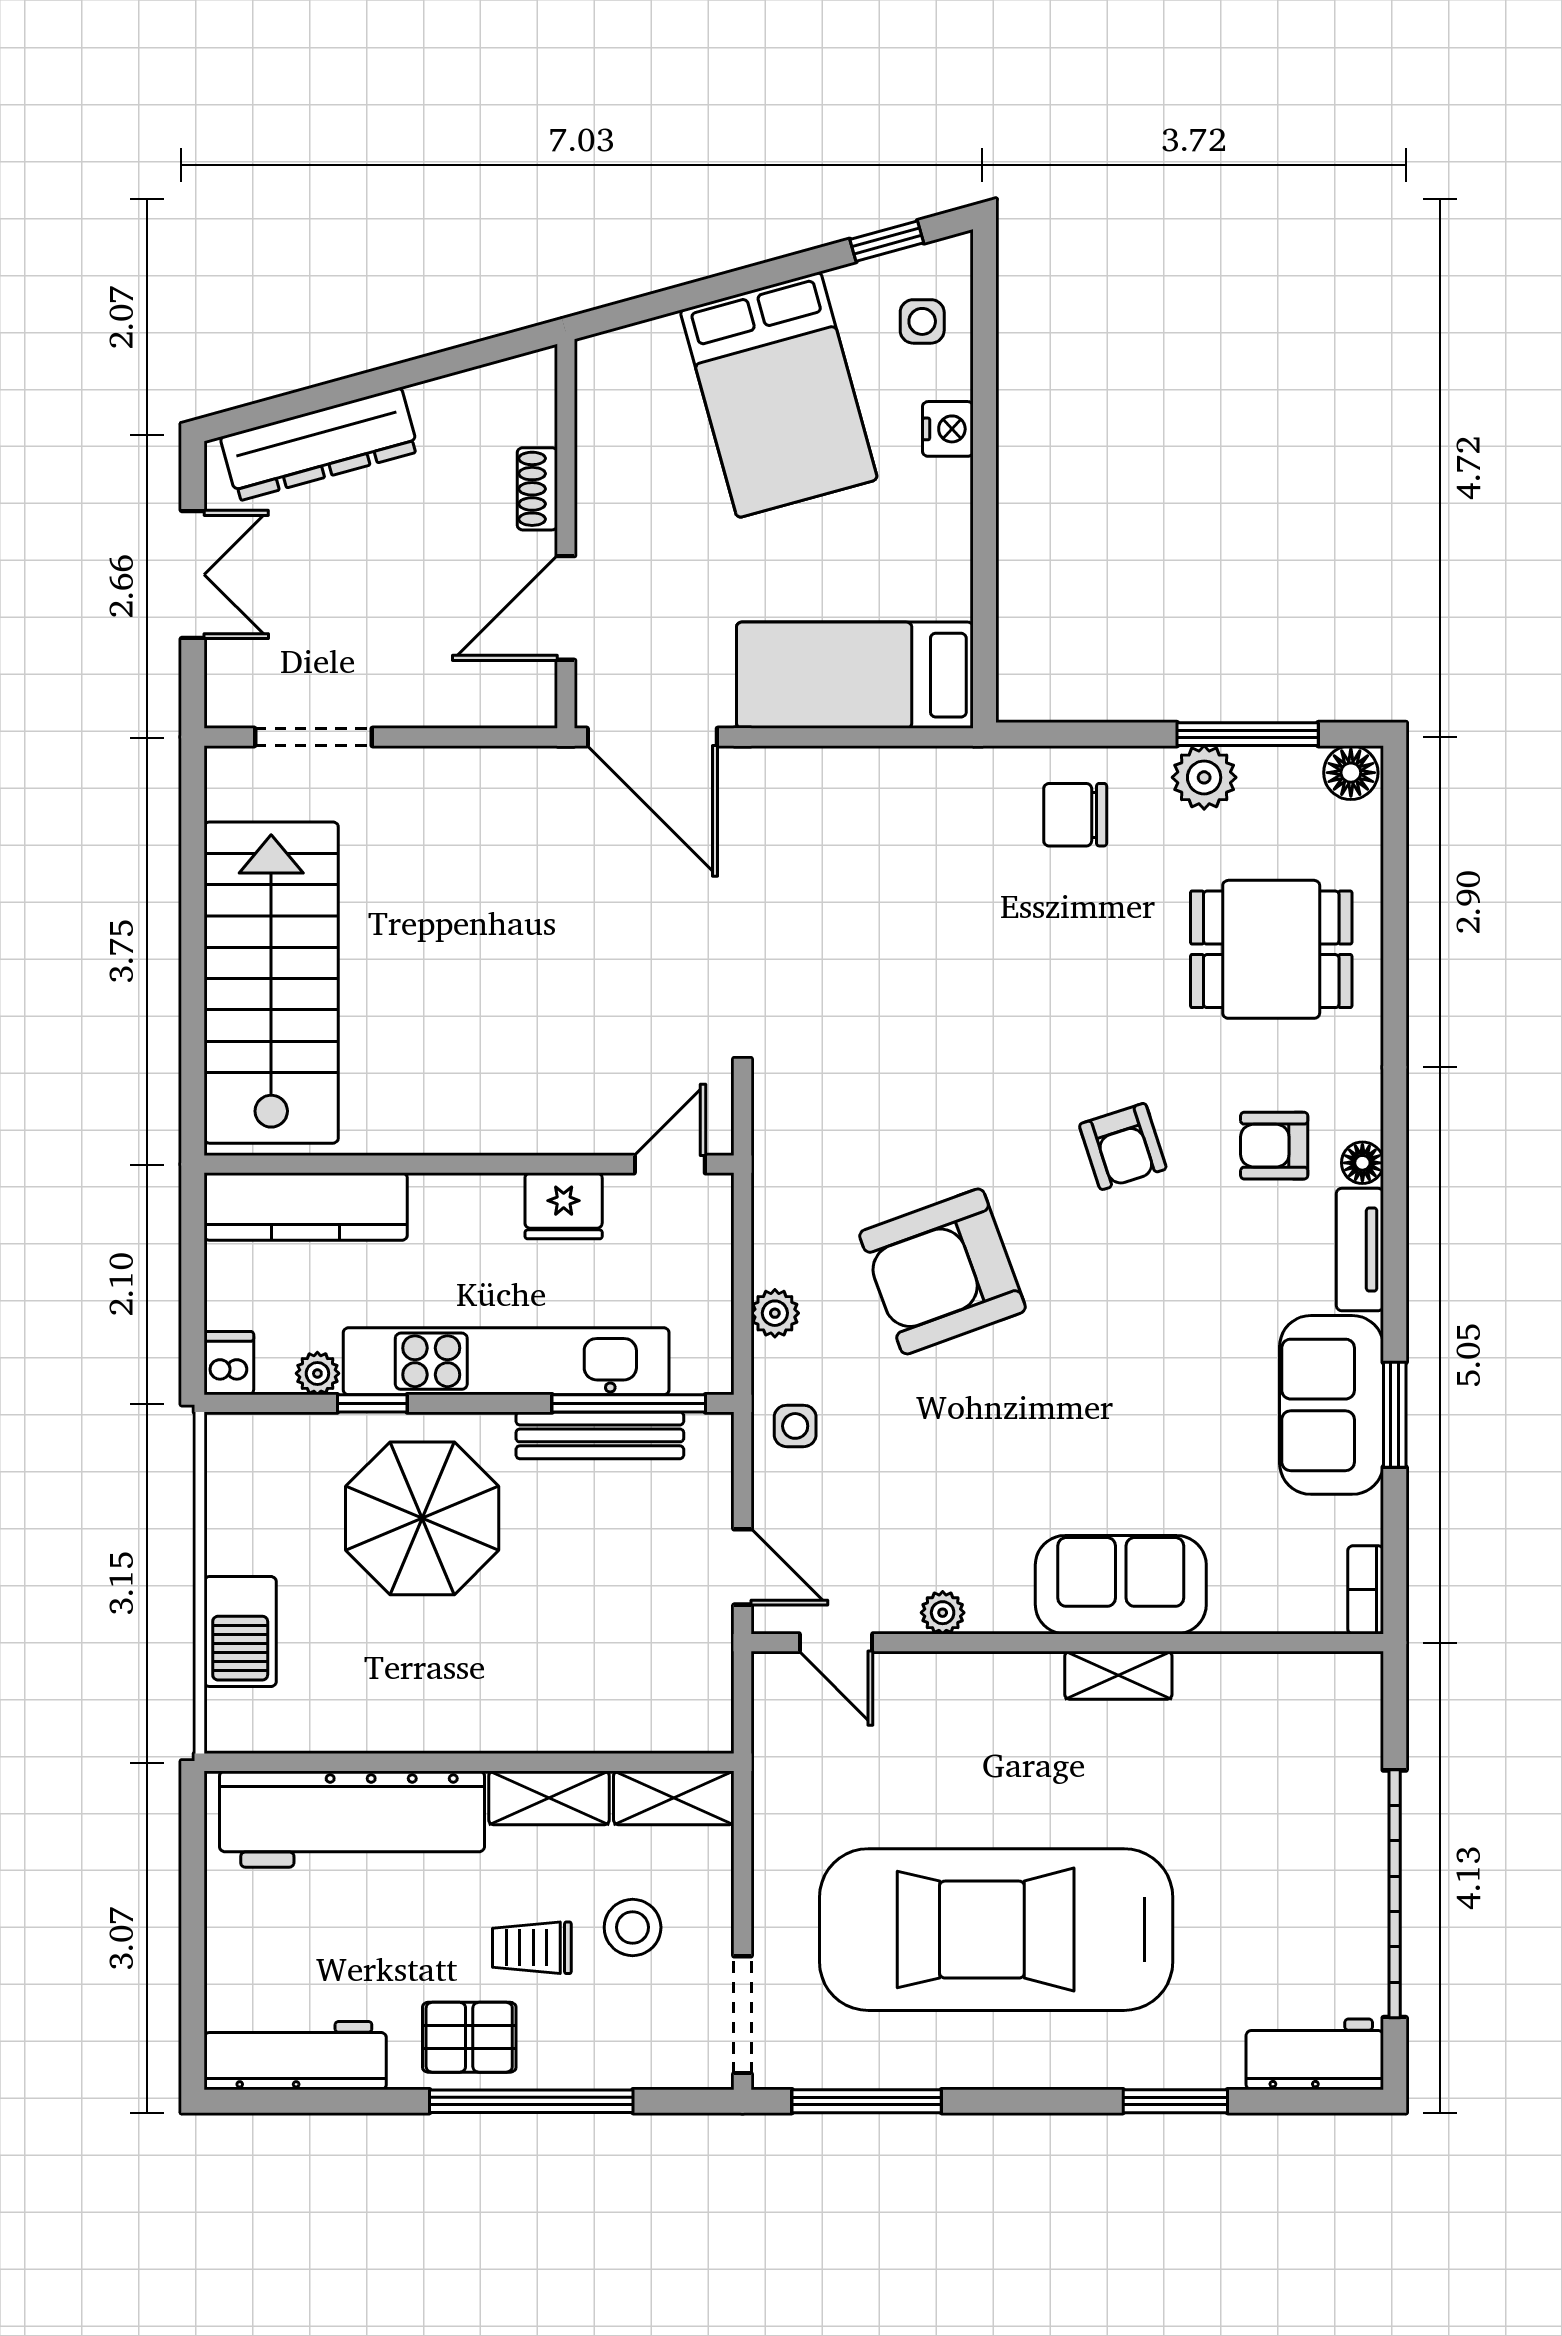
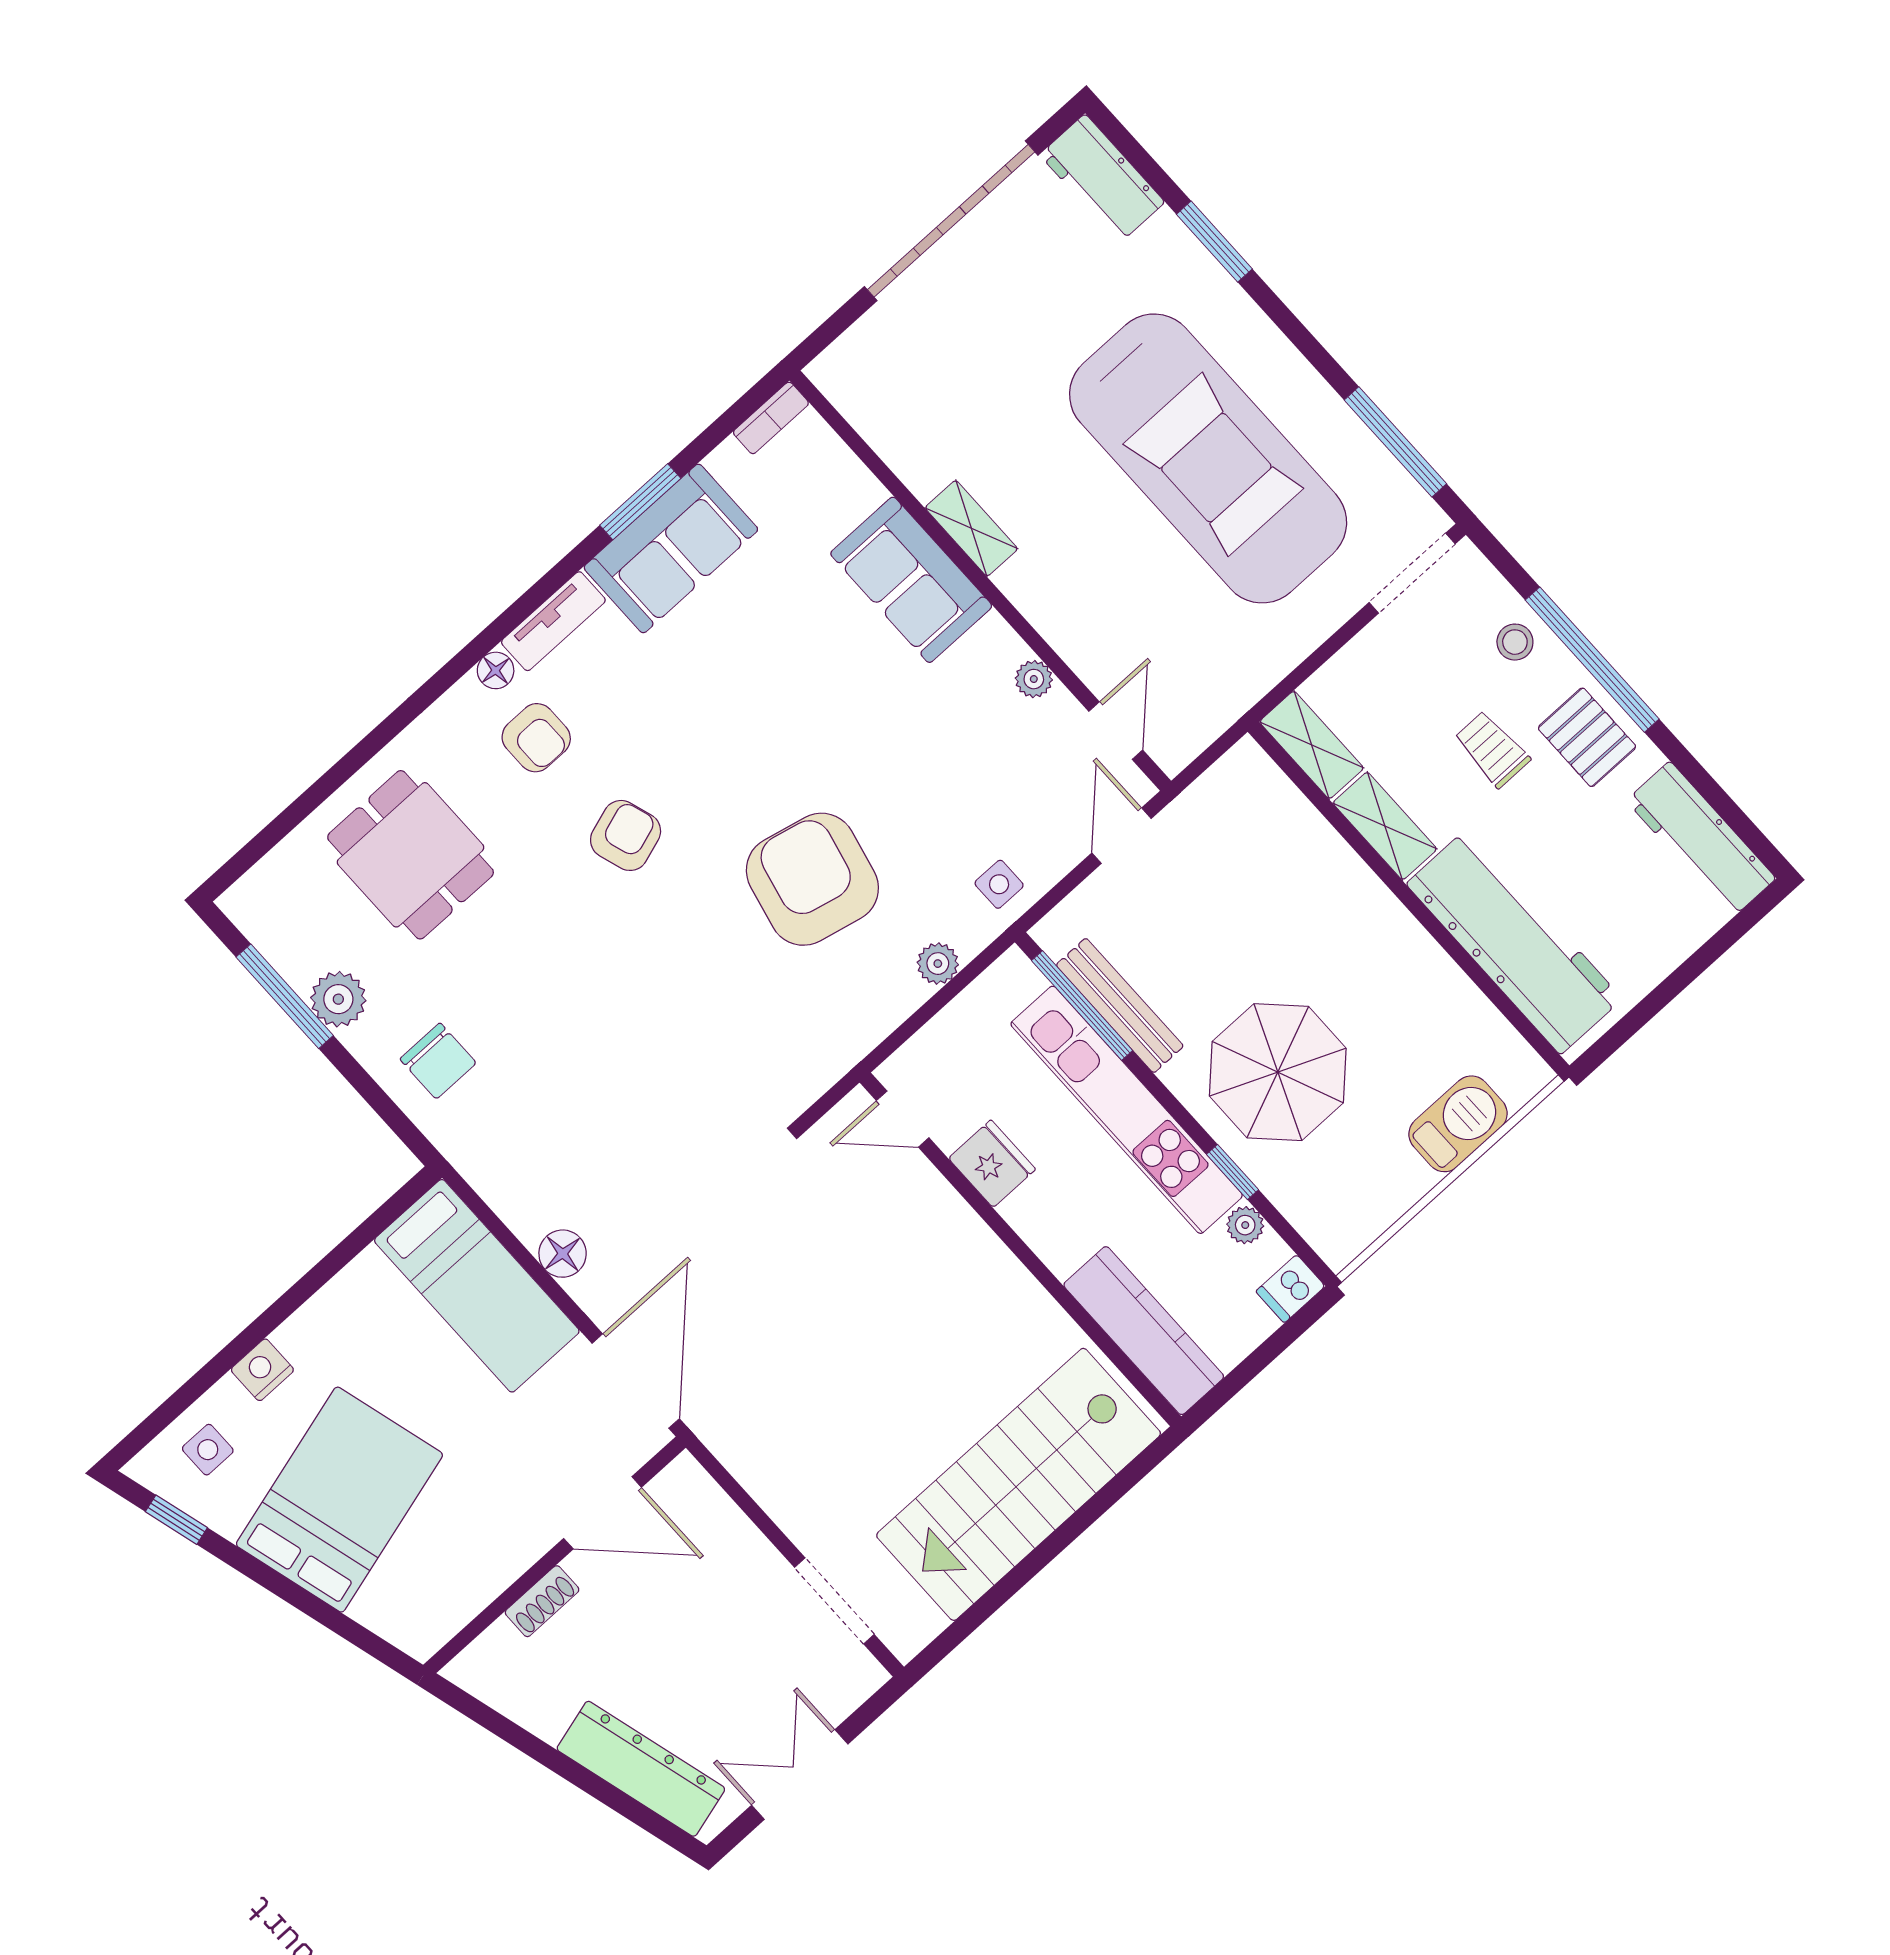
floor lamp: (1351, 773) -> (563, 1254), moved
armchair: (943, 1271) -> (812, 879), turned -147
stool: (633, 1927) -> (1515, 642), moved, width x0.73, depth x0.73
trolley: (532, 1948) -> (1492, 749), turned 180

